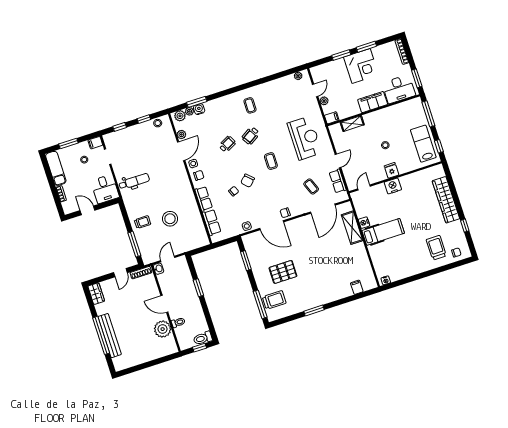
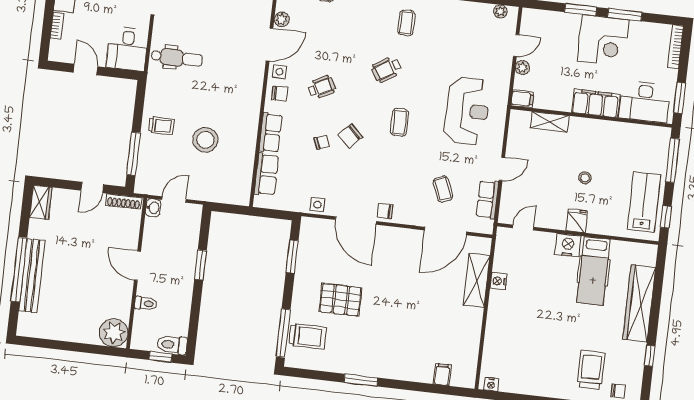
wheelchair: (227, 144) -> (322, 87), moved
hospital bed: (383, 232) -> (594, 271), moved, turned 90
plant: (163, 329) -> (114, 333), moved

